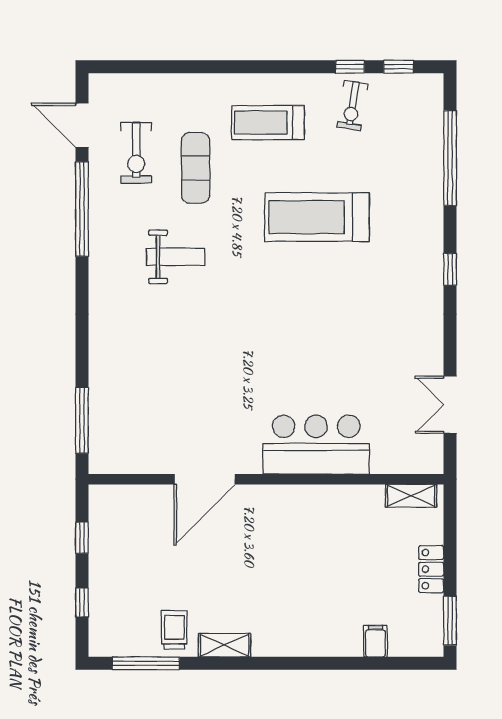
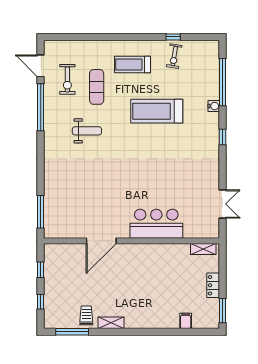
window: (399, 67) -> (197, 37), removed
water cooler: (432, 207) -> (214, 106), added
double door: (450, 405) -> (222, 204), swing flipped

